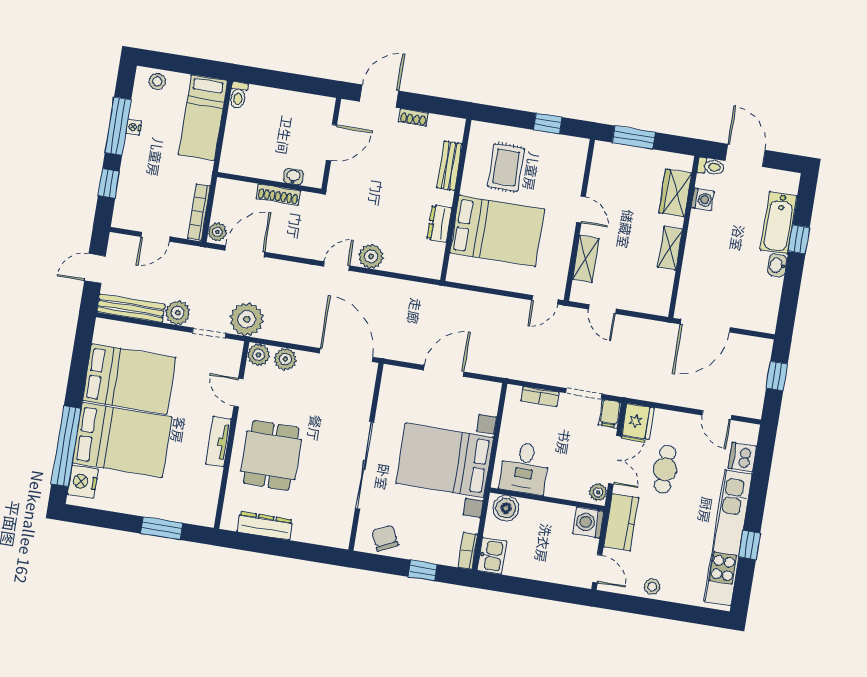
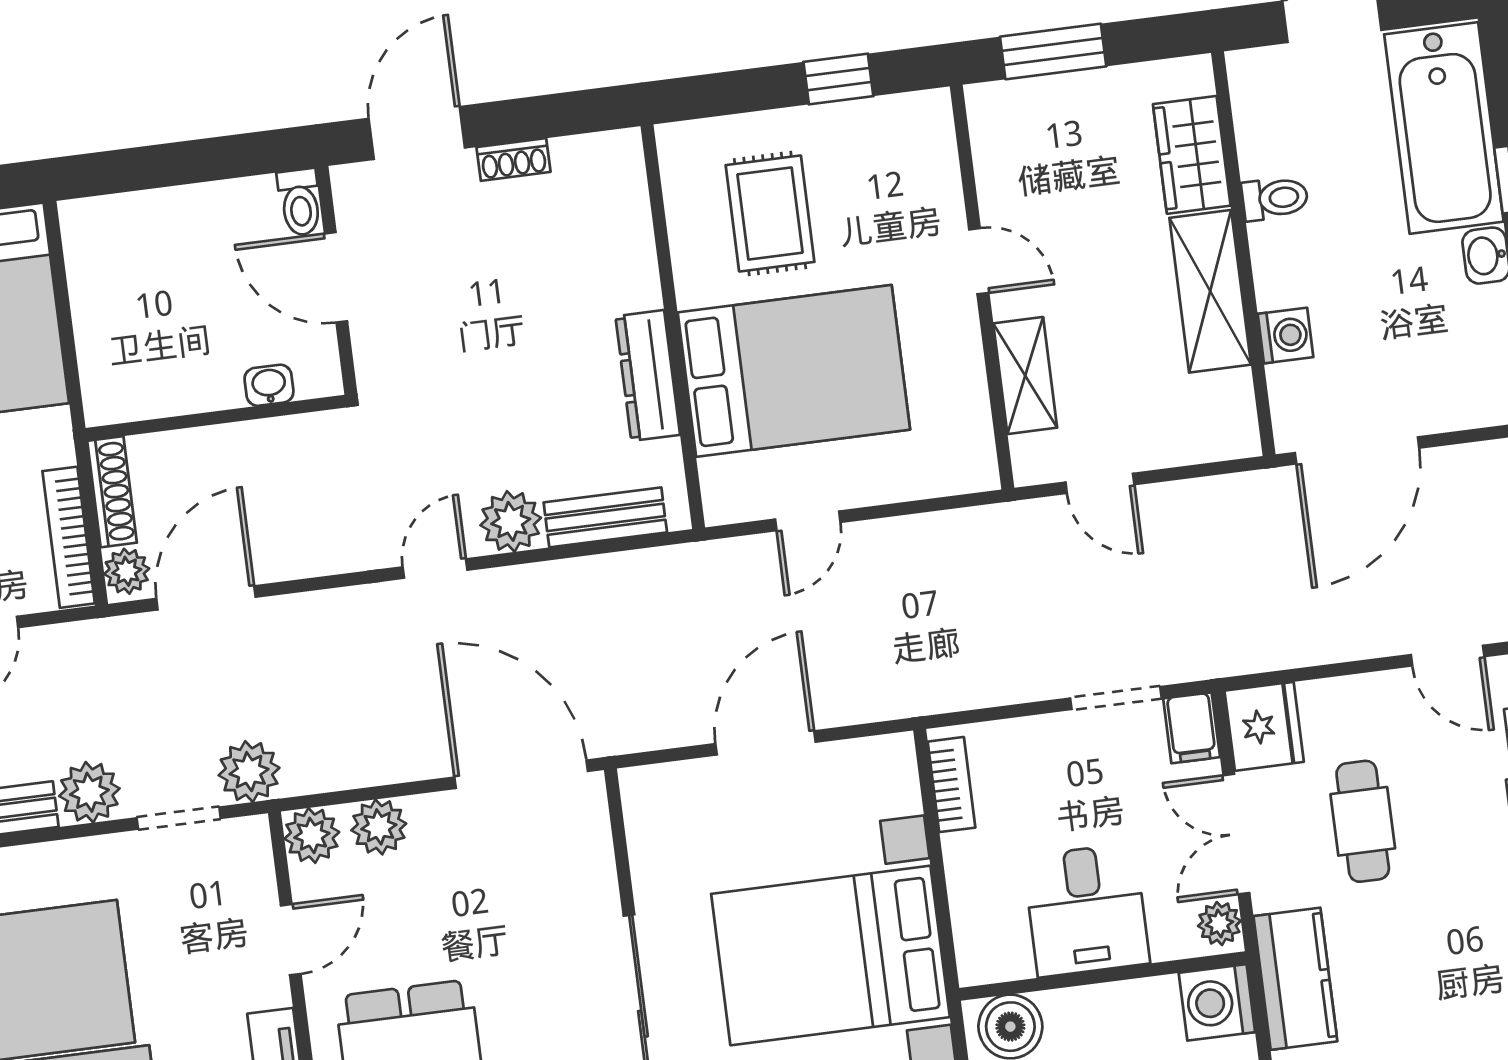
toilet: (238, 95) -> (300, 202), moved
door: (332, 142) -> (336, 277), swing flipped
bench: (449, 166) -> (605, 517), moved, turned 90
toilet: (711, 167) -> (1275, 198), moved
shoe rack: (278, 194) -> (112, 492), moved, turned -90
washing machine: (703, 199) -> (1285, 335), moved
bathtub: (779, 223) -> (1444, 128), width x1.36, depth x1.36
dresser: (439, 224) -> (648, 375), width x1.44
shelving: (670, 248) -> (1210, 291), width x1.50, depth x1.33
door: (545, 300) -> (808, 521), moved
plant: (247, 319) -> (249, 772), width x0.73, depth x0.73
door: (239, 393) -> (291, 940), swing flipped
bookcase: (540, 397) -> (951, 785), moved, turned -90
double door: (615, 460) -> (1236, 834), swing flipped
desk: (524, 468) -> (1086, 910), moved

